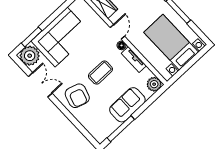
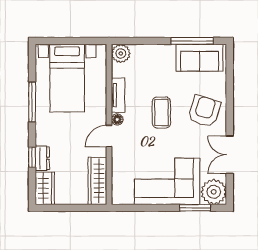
coffee table: (100, 73) -> (161, 112), turned 90
sofa: (127, 105) -> (200, 58), moved

